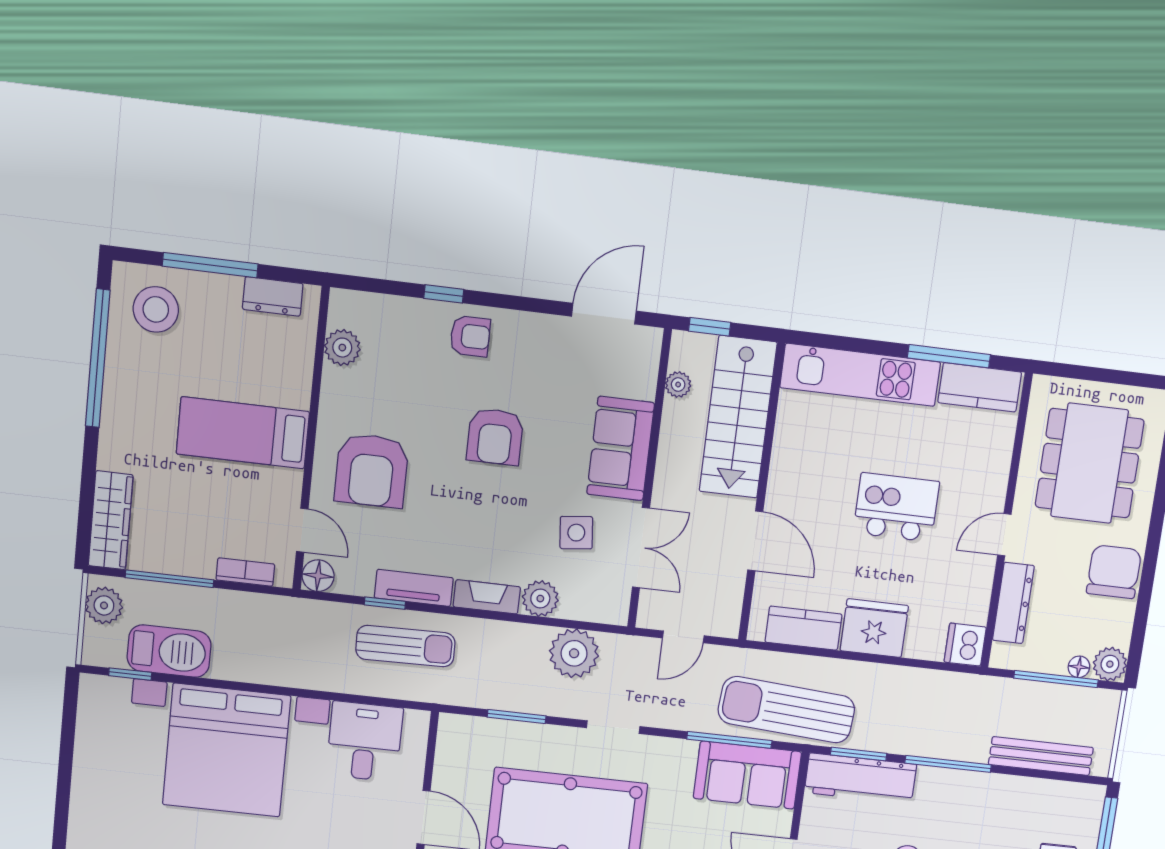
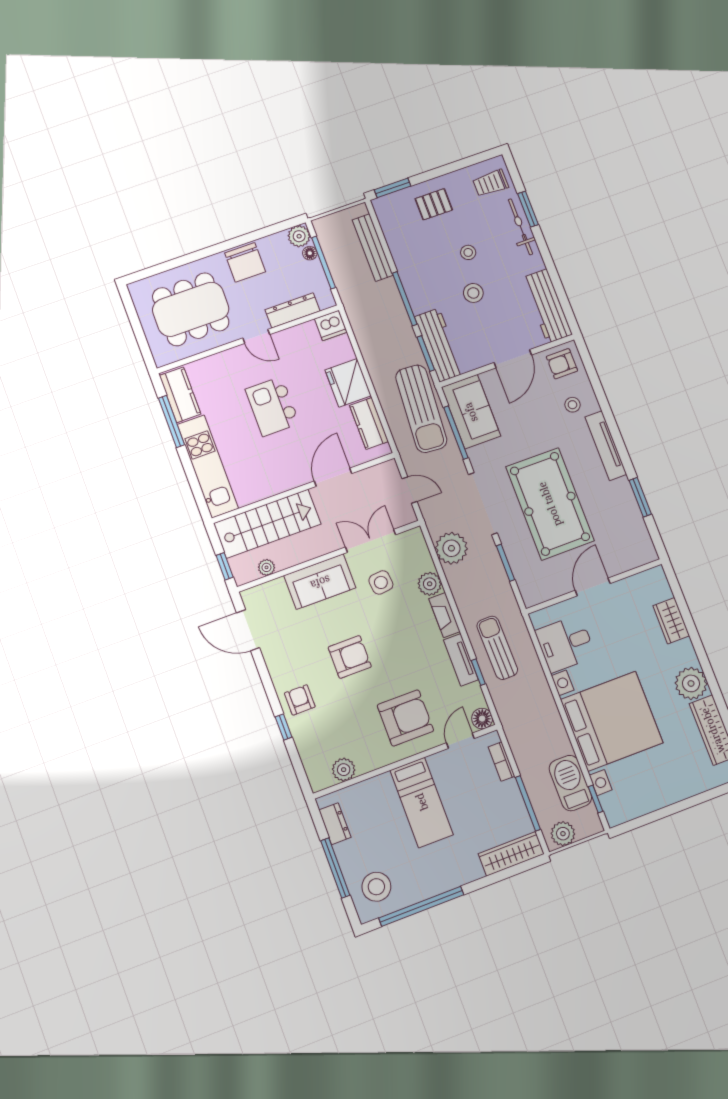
chair: (1114, 572) -> (245, 262), turned -90
doorway: (613, 727) -> (483, 504), width x1.87

